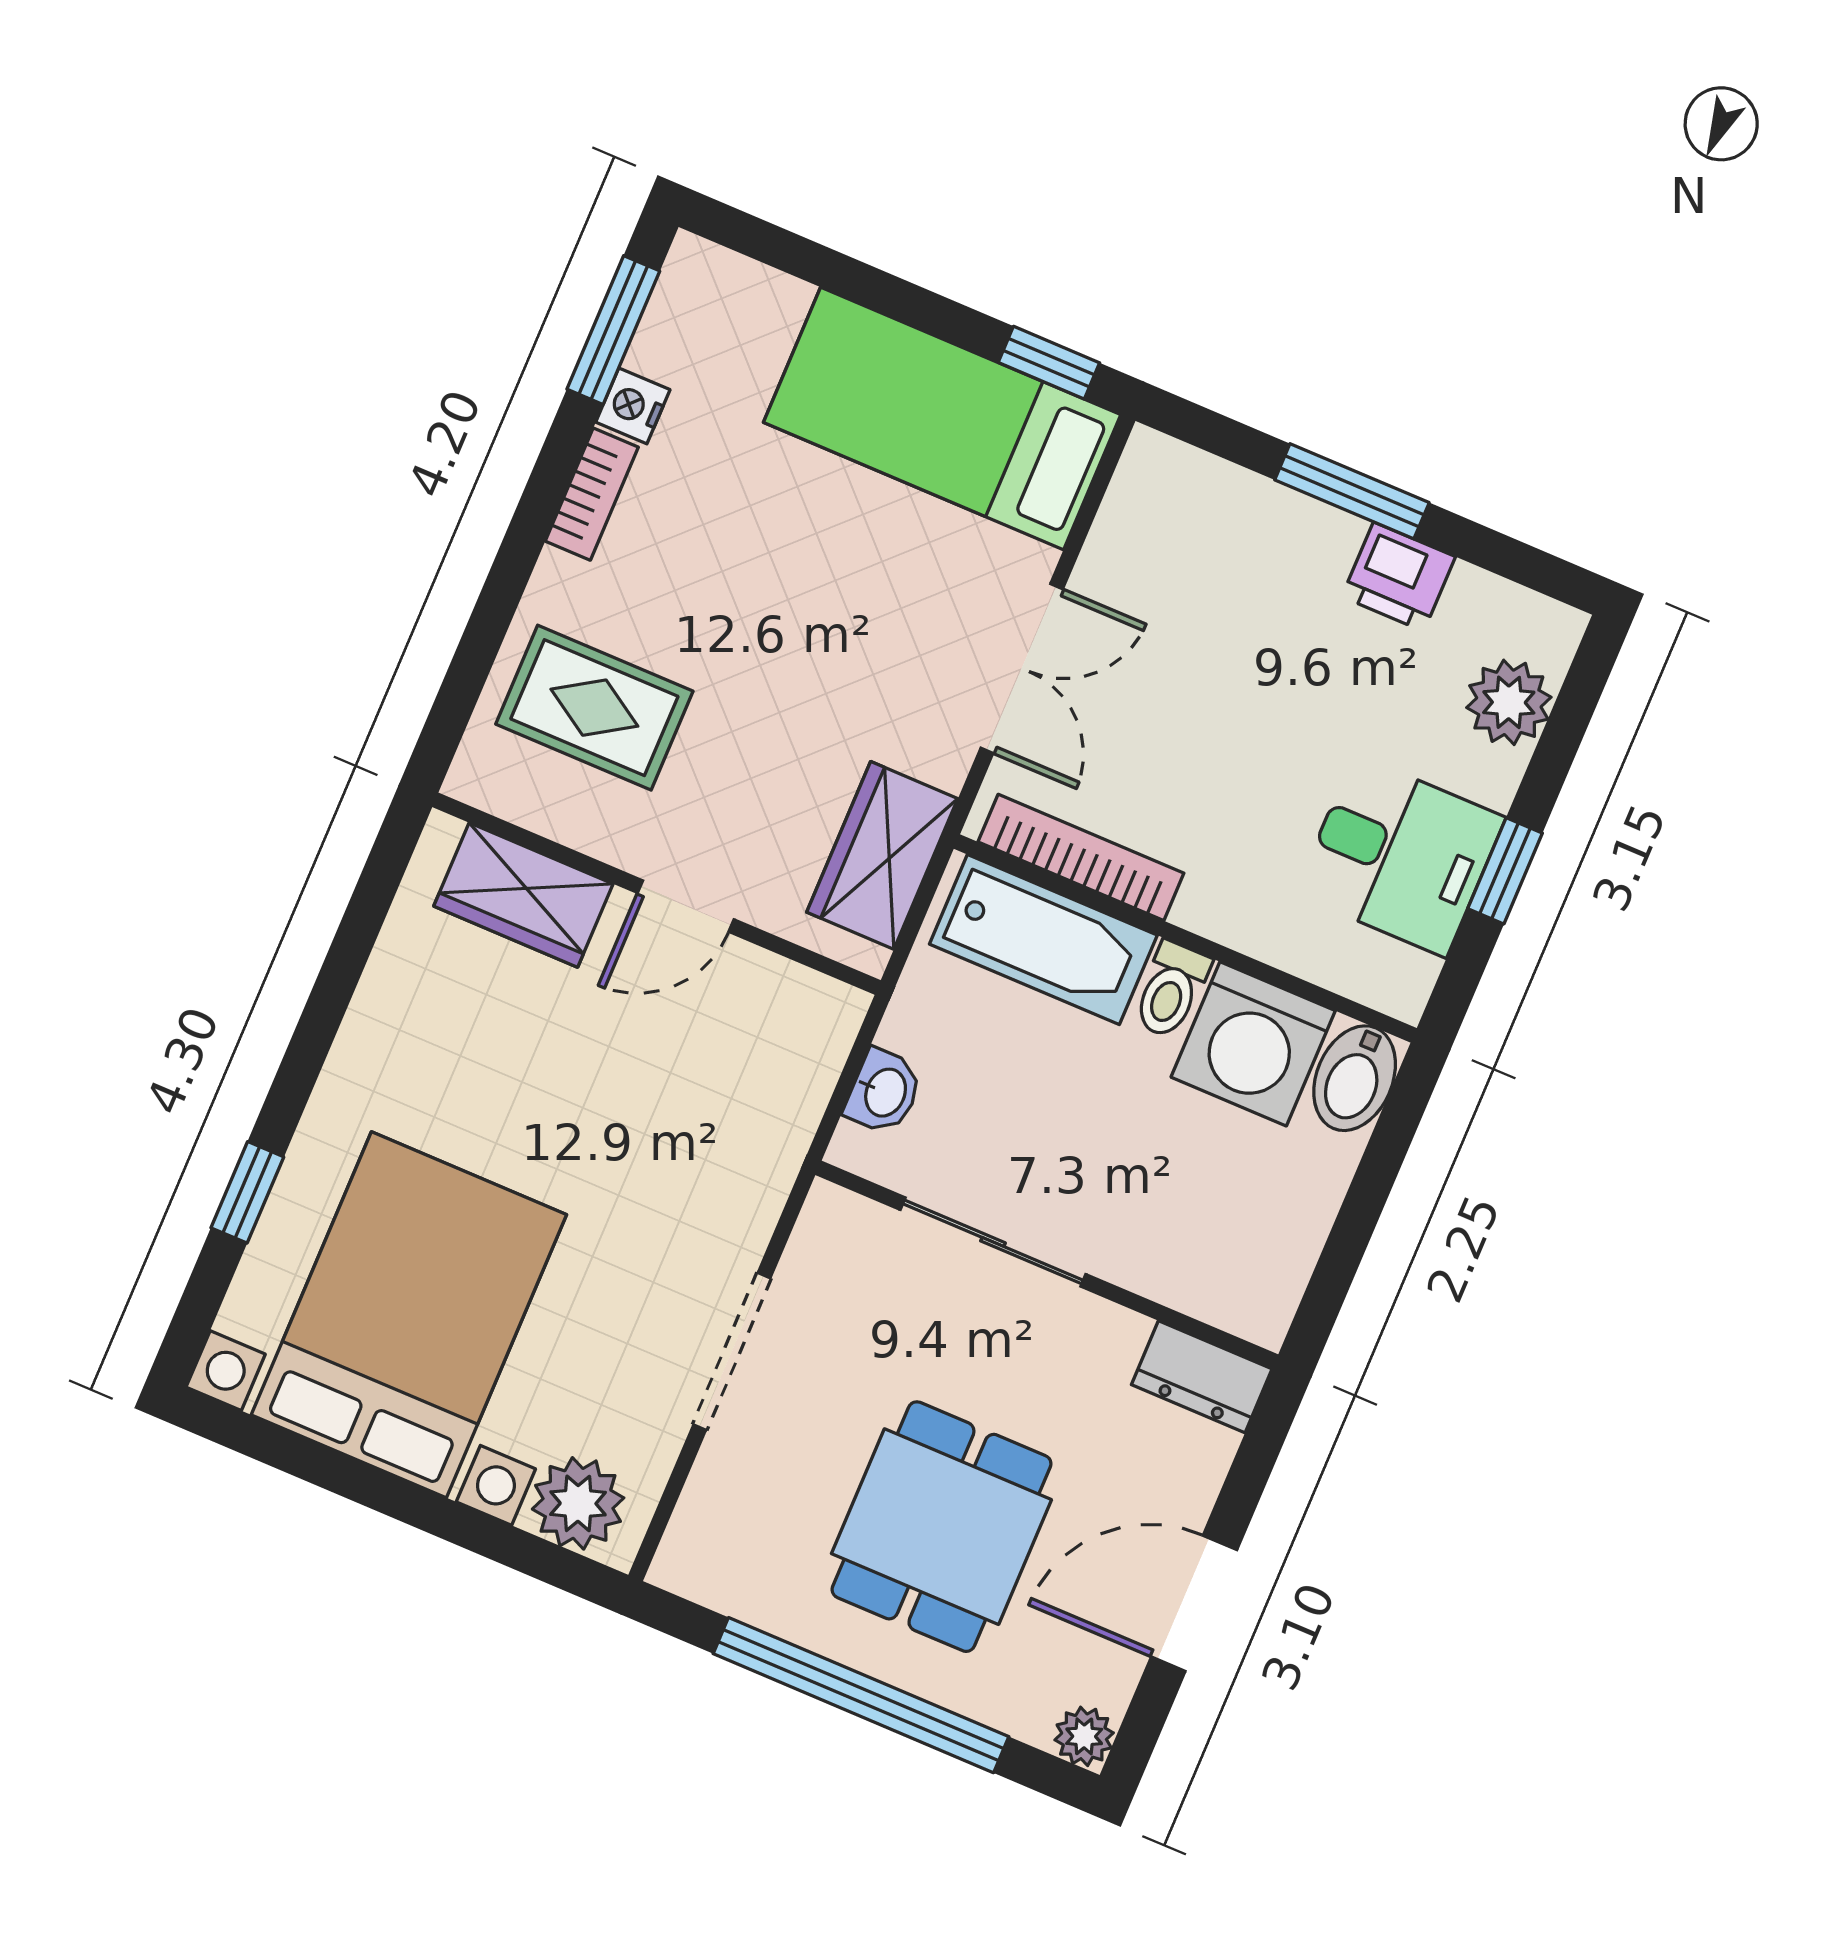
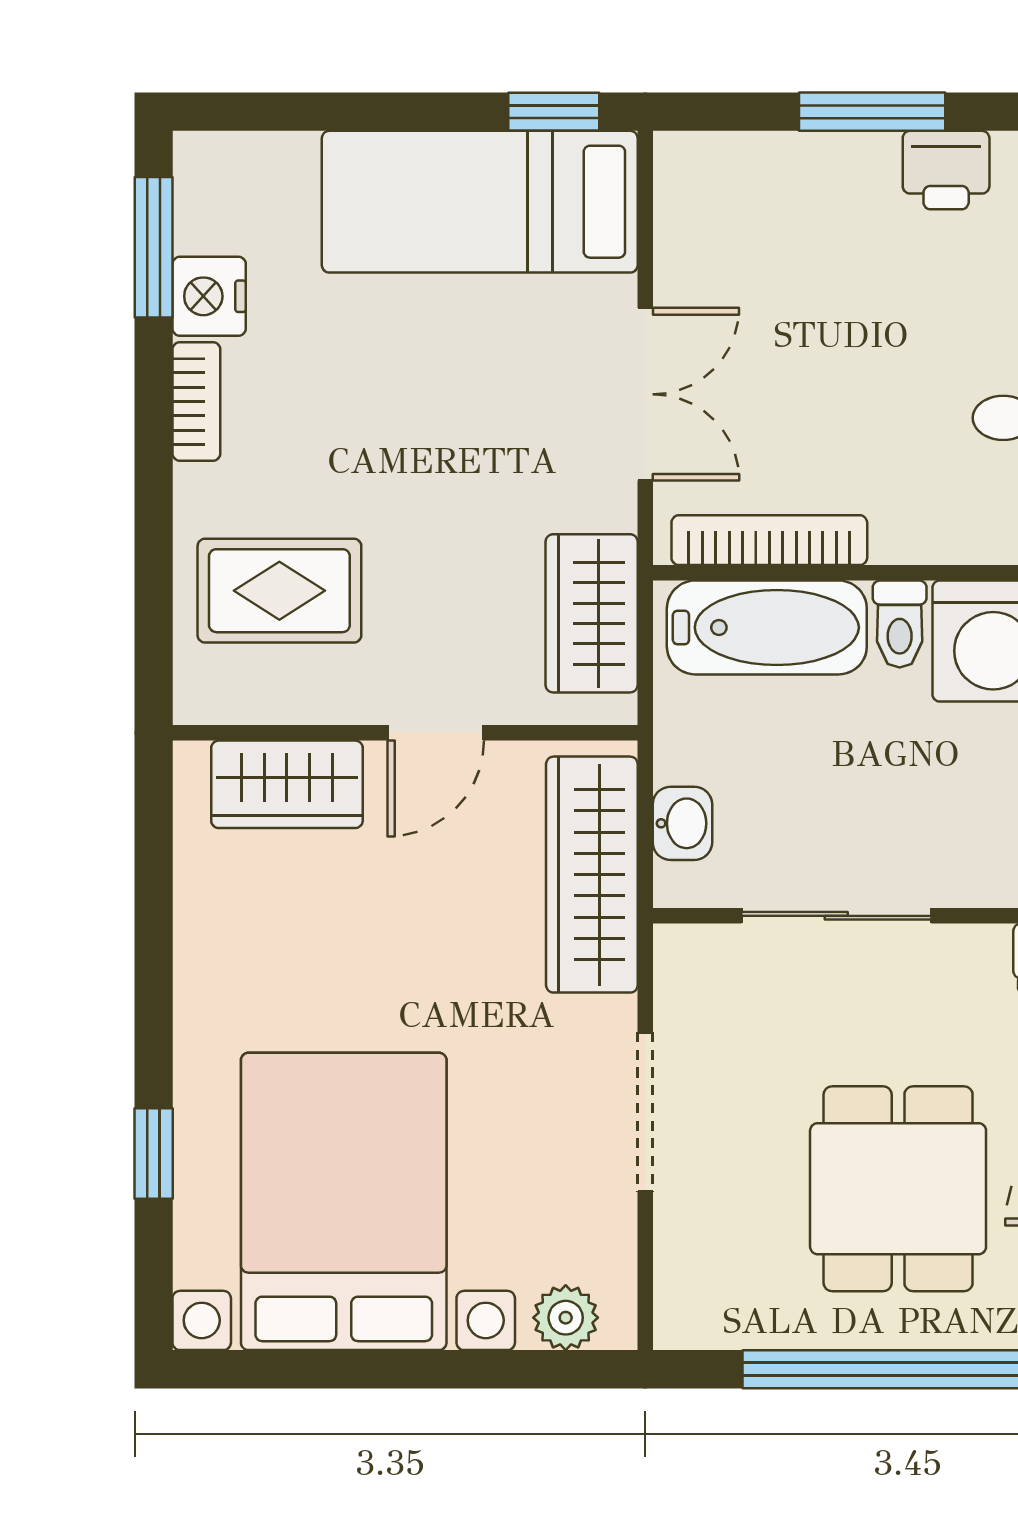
nightstand: (633, 406) -> (209, 296), width x1.39, depth x1.35
wardrobe: (777, 1104) -> (592, 875), added
plant: (578, 1503) -> (566, 1318), width x0.73, depth x0.73

